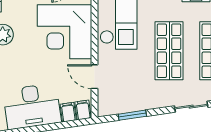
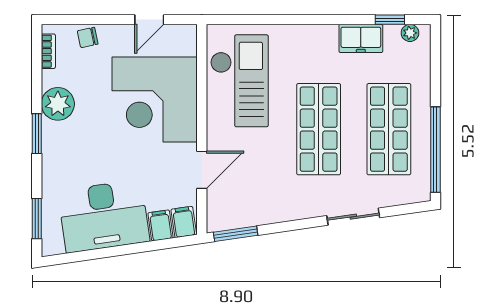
door: (95, 77) -> (202, 170), swing flipped
window: (132, 115) -> (236, 234), moved

